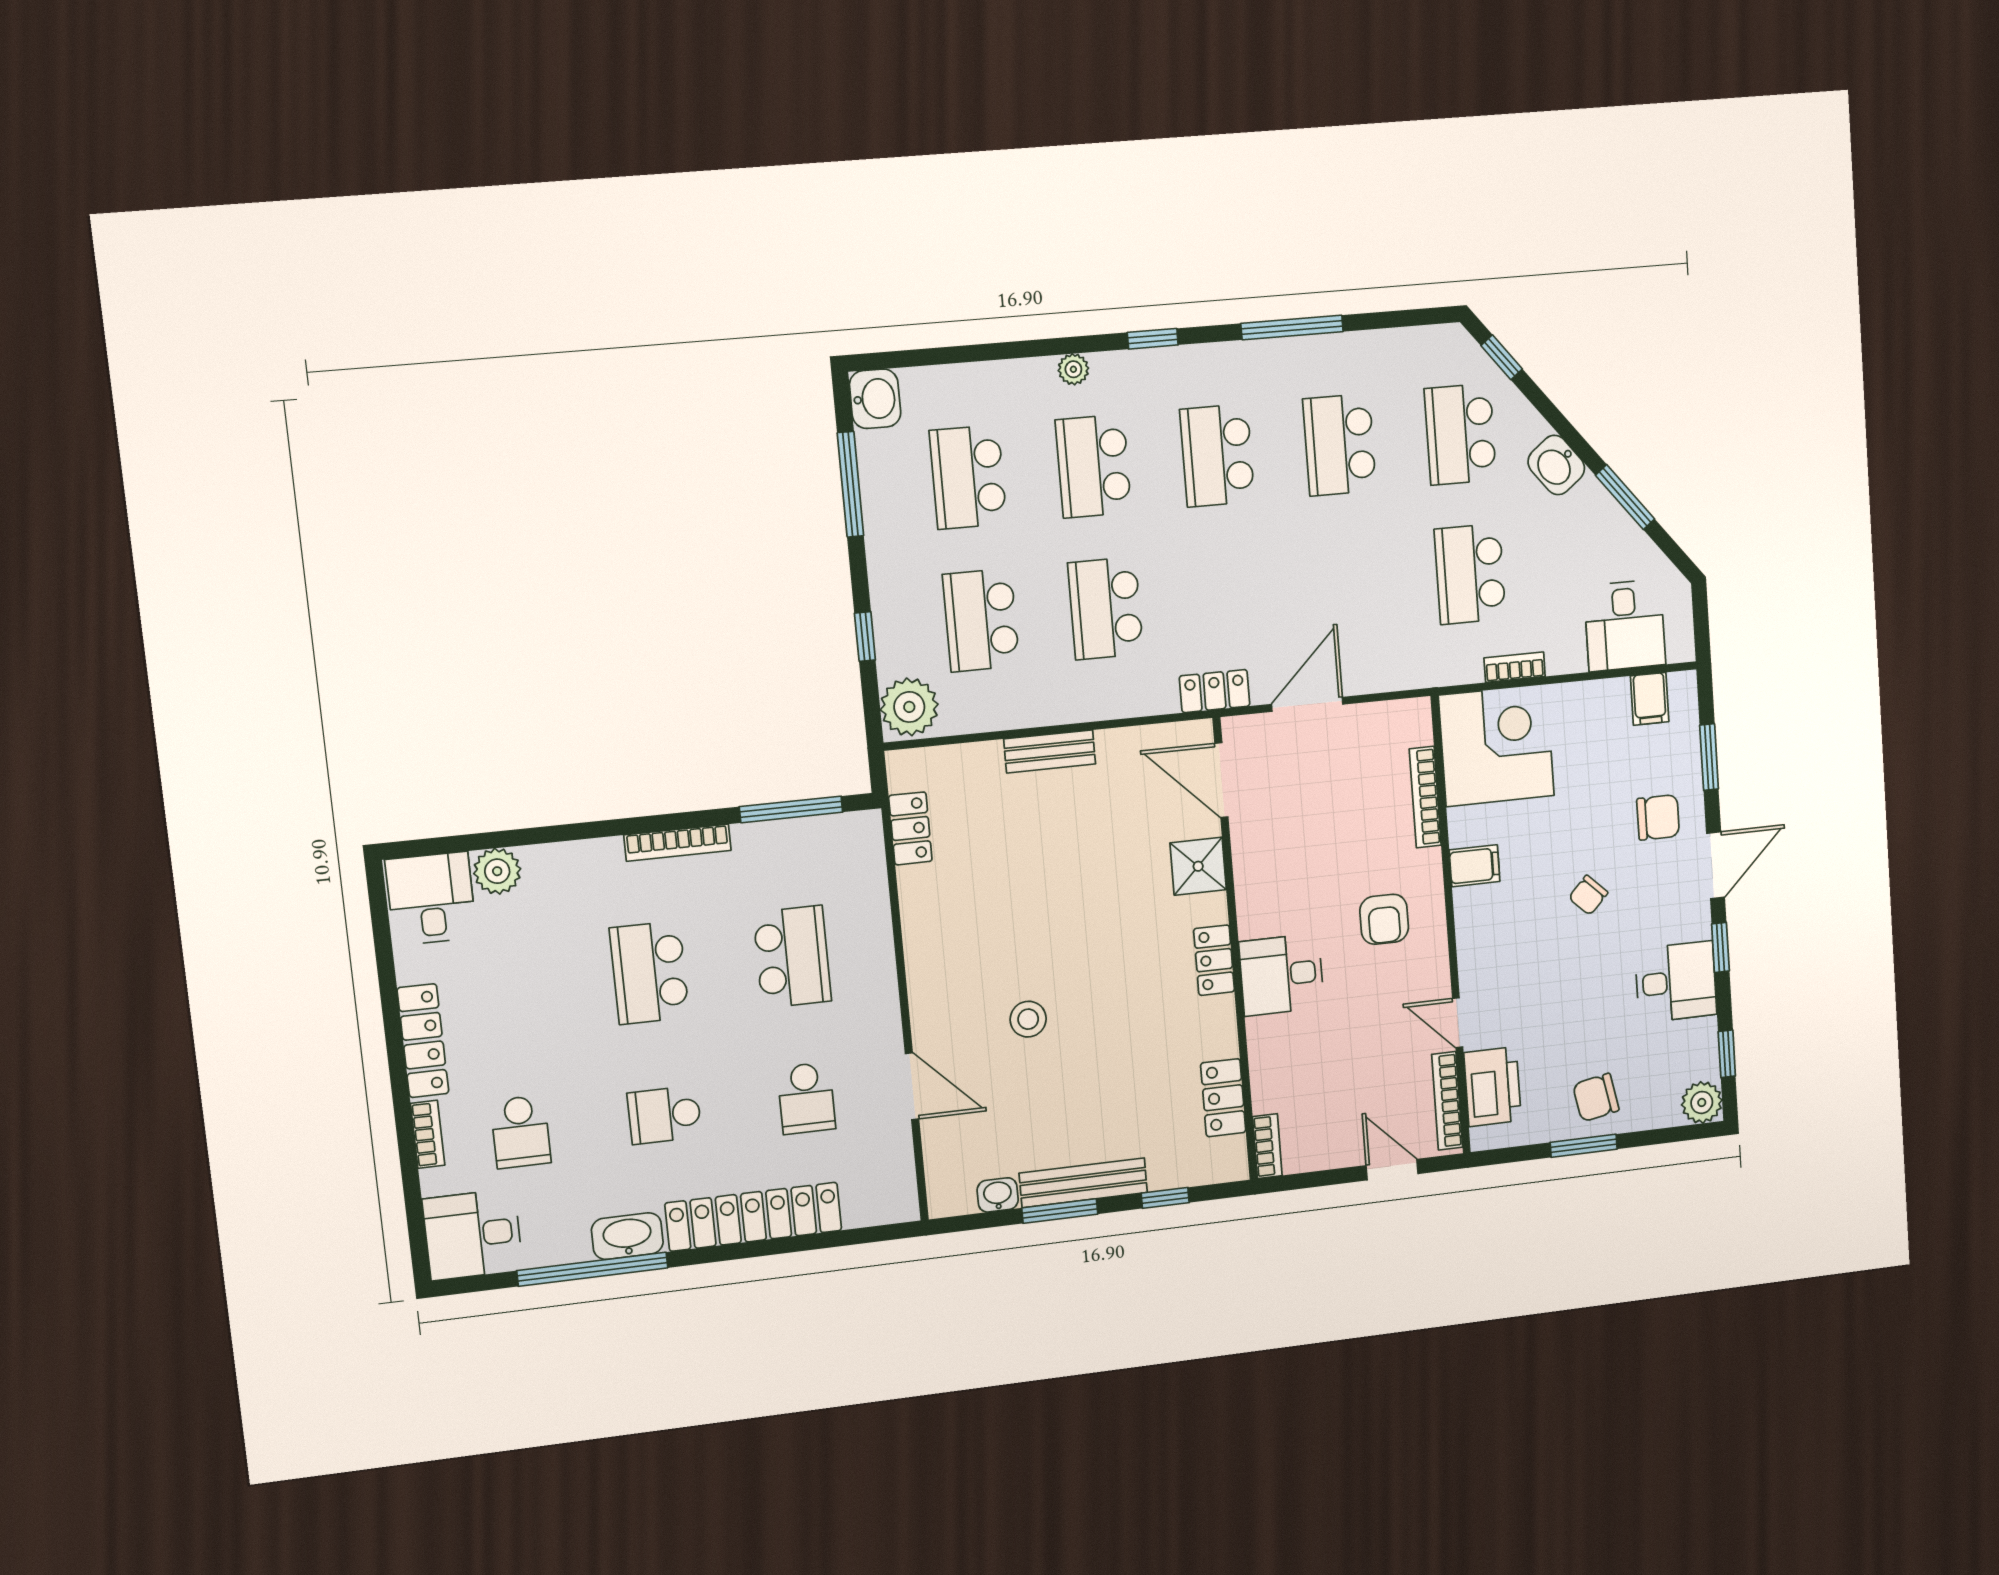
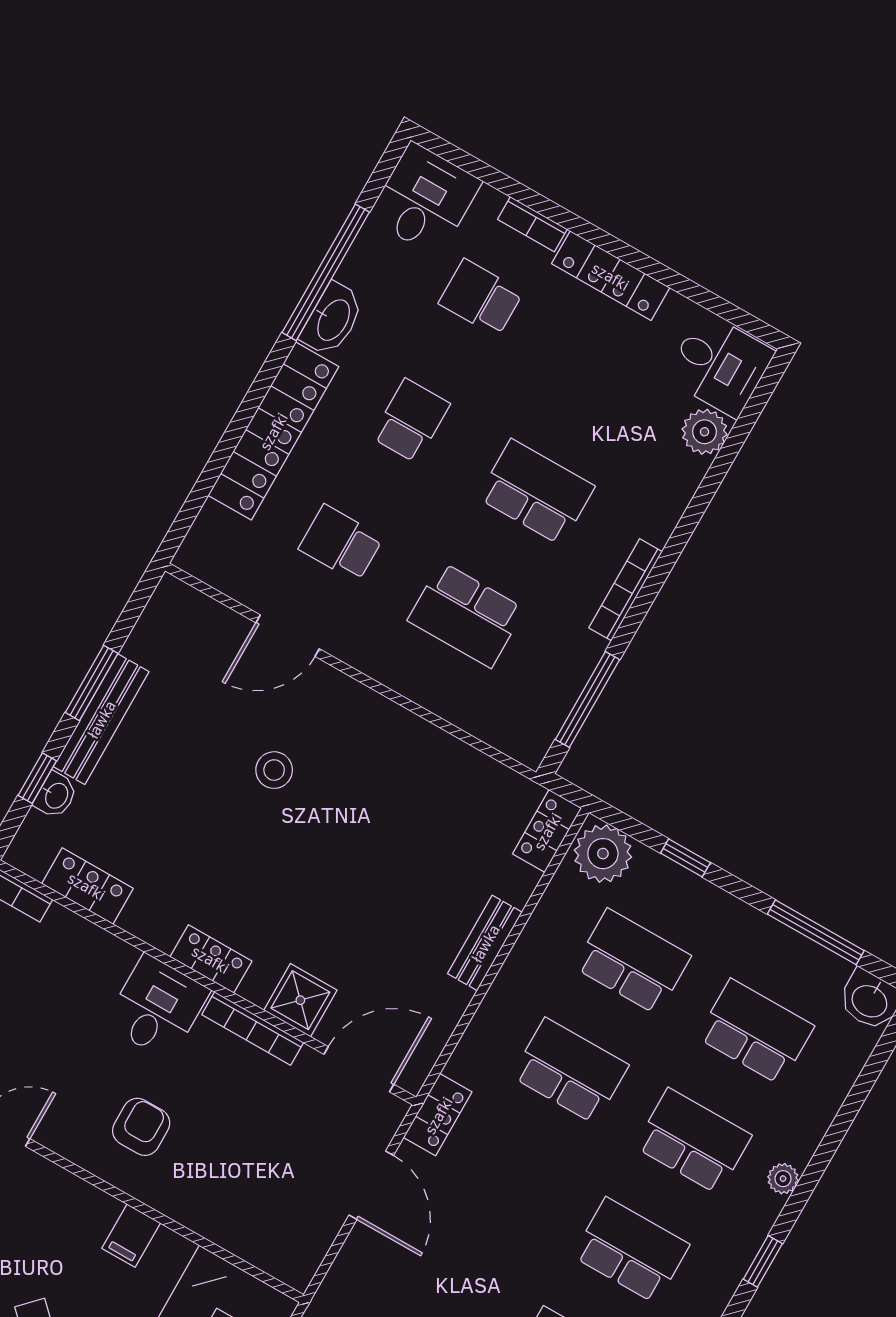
bookcase: (1425, 797) -> (253, 1029), moved, turned 180
locker: (910, 828) -> (547, 831), moved, turned 90
armchair: (1384, 919) -> (141, 1127), turned 90
washbasin: (998, 1195) -> (56, 795), moved

